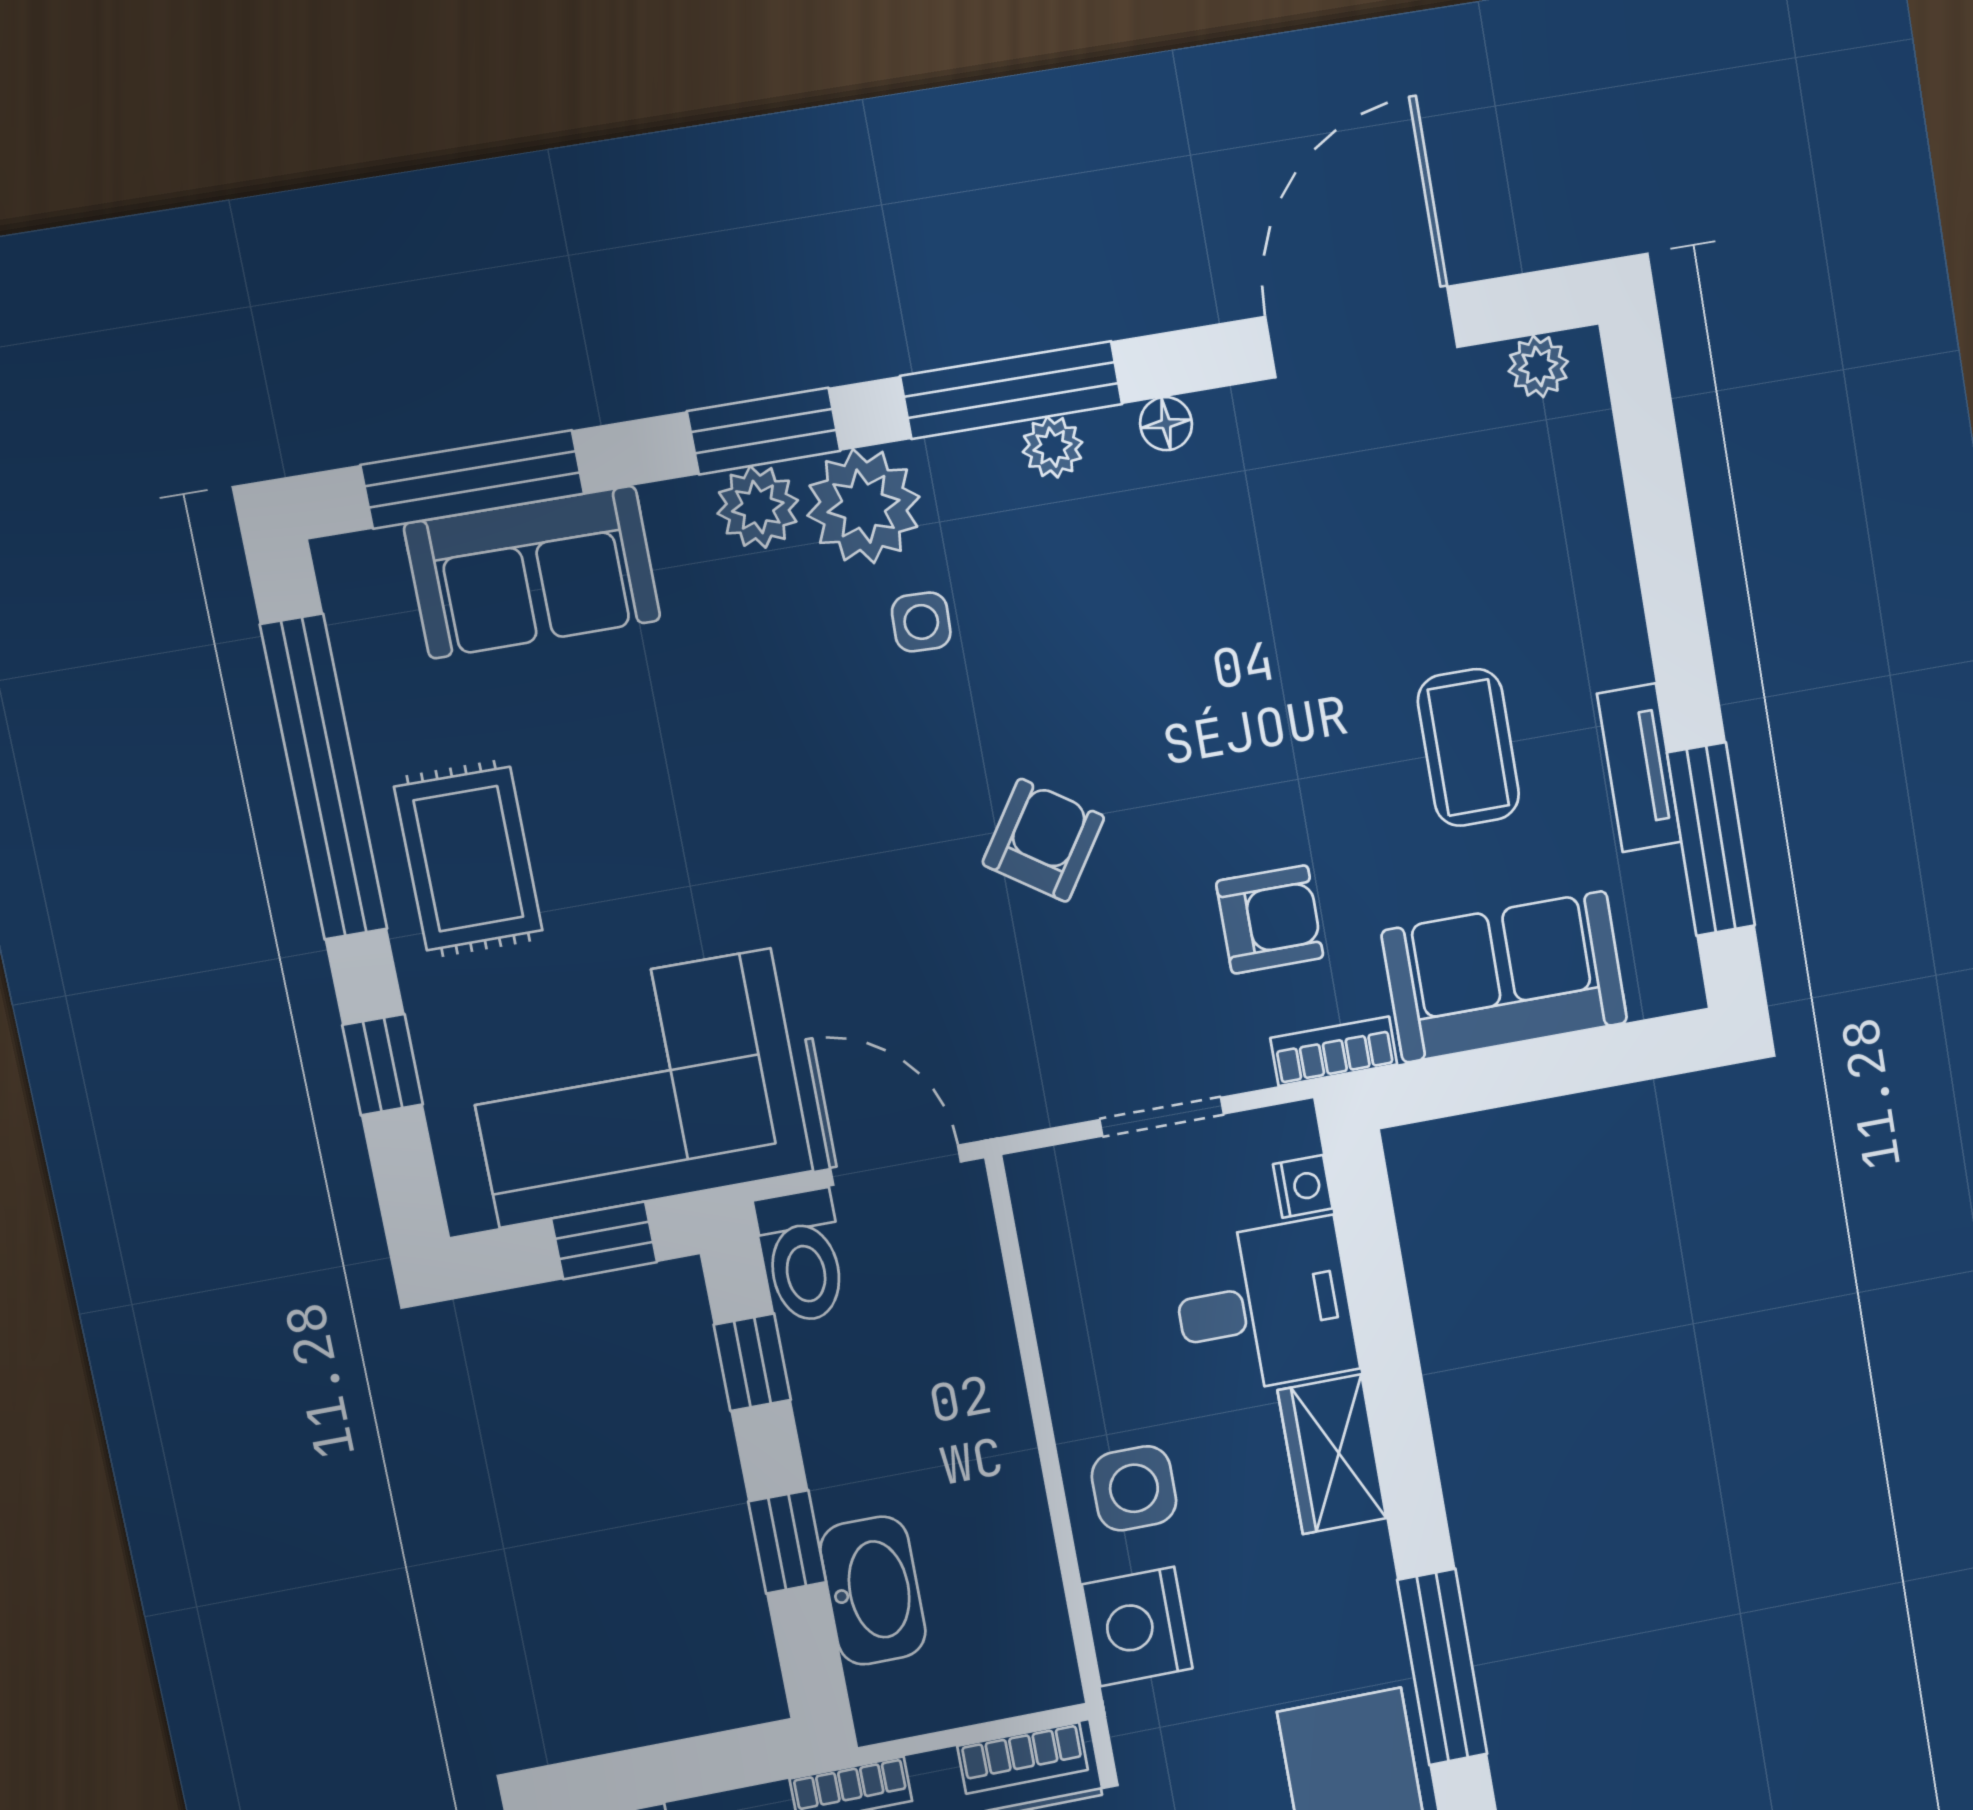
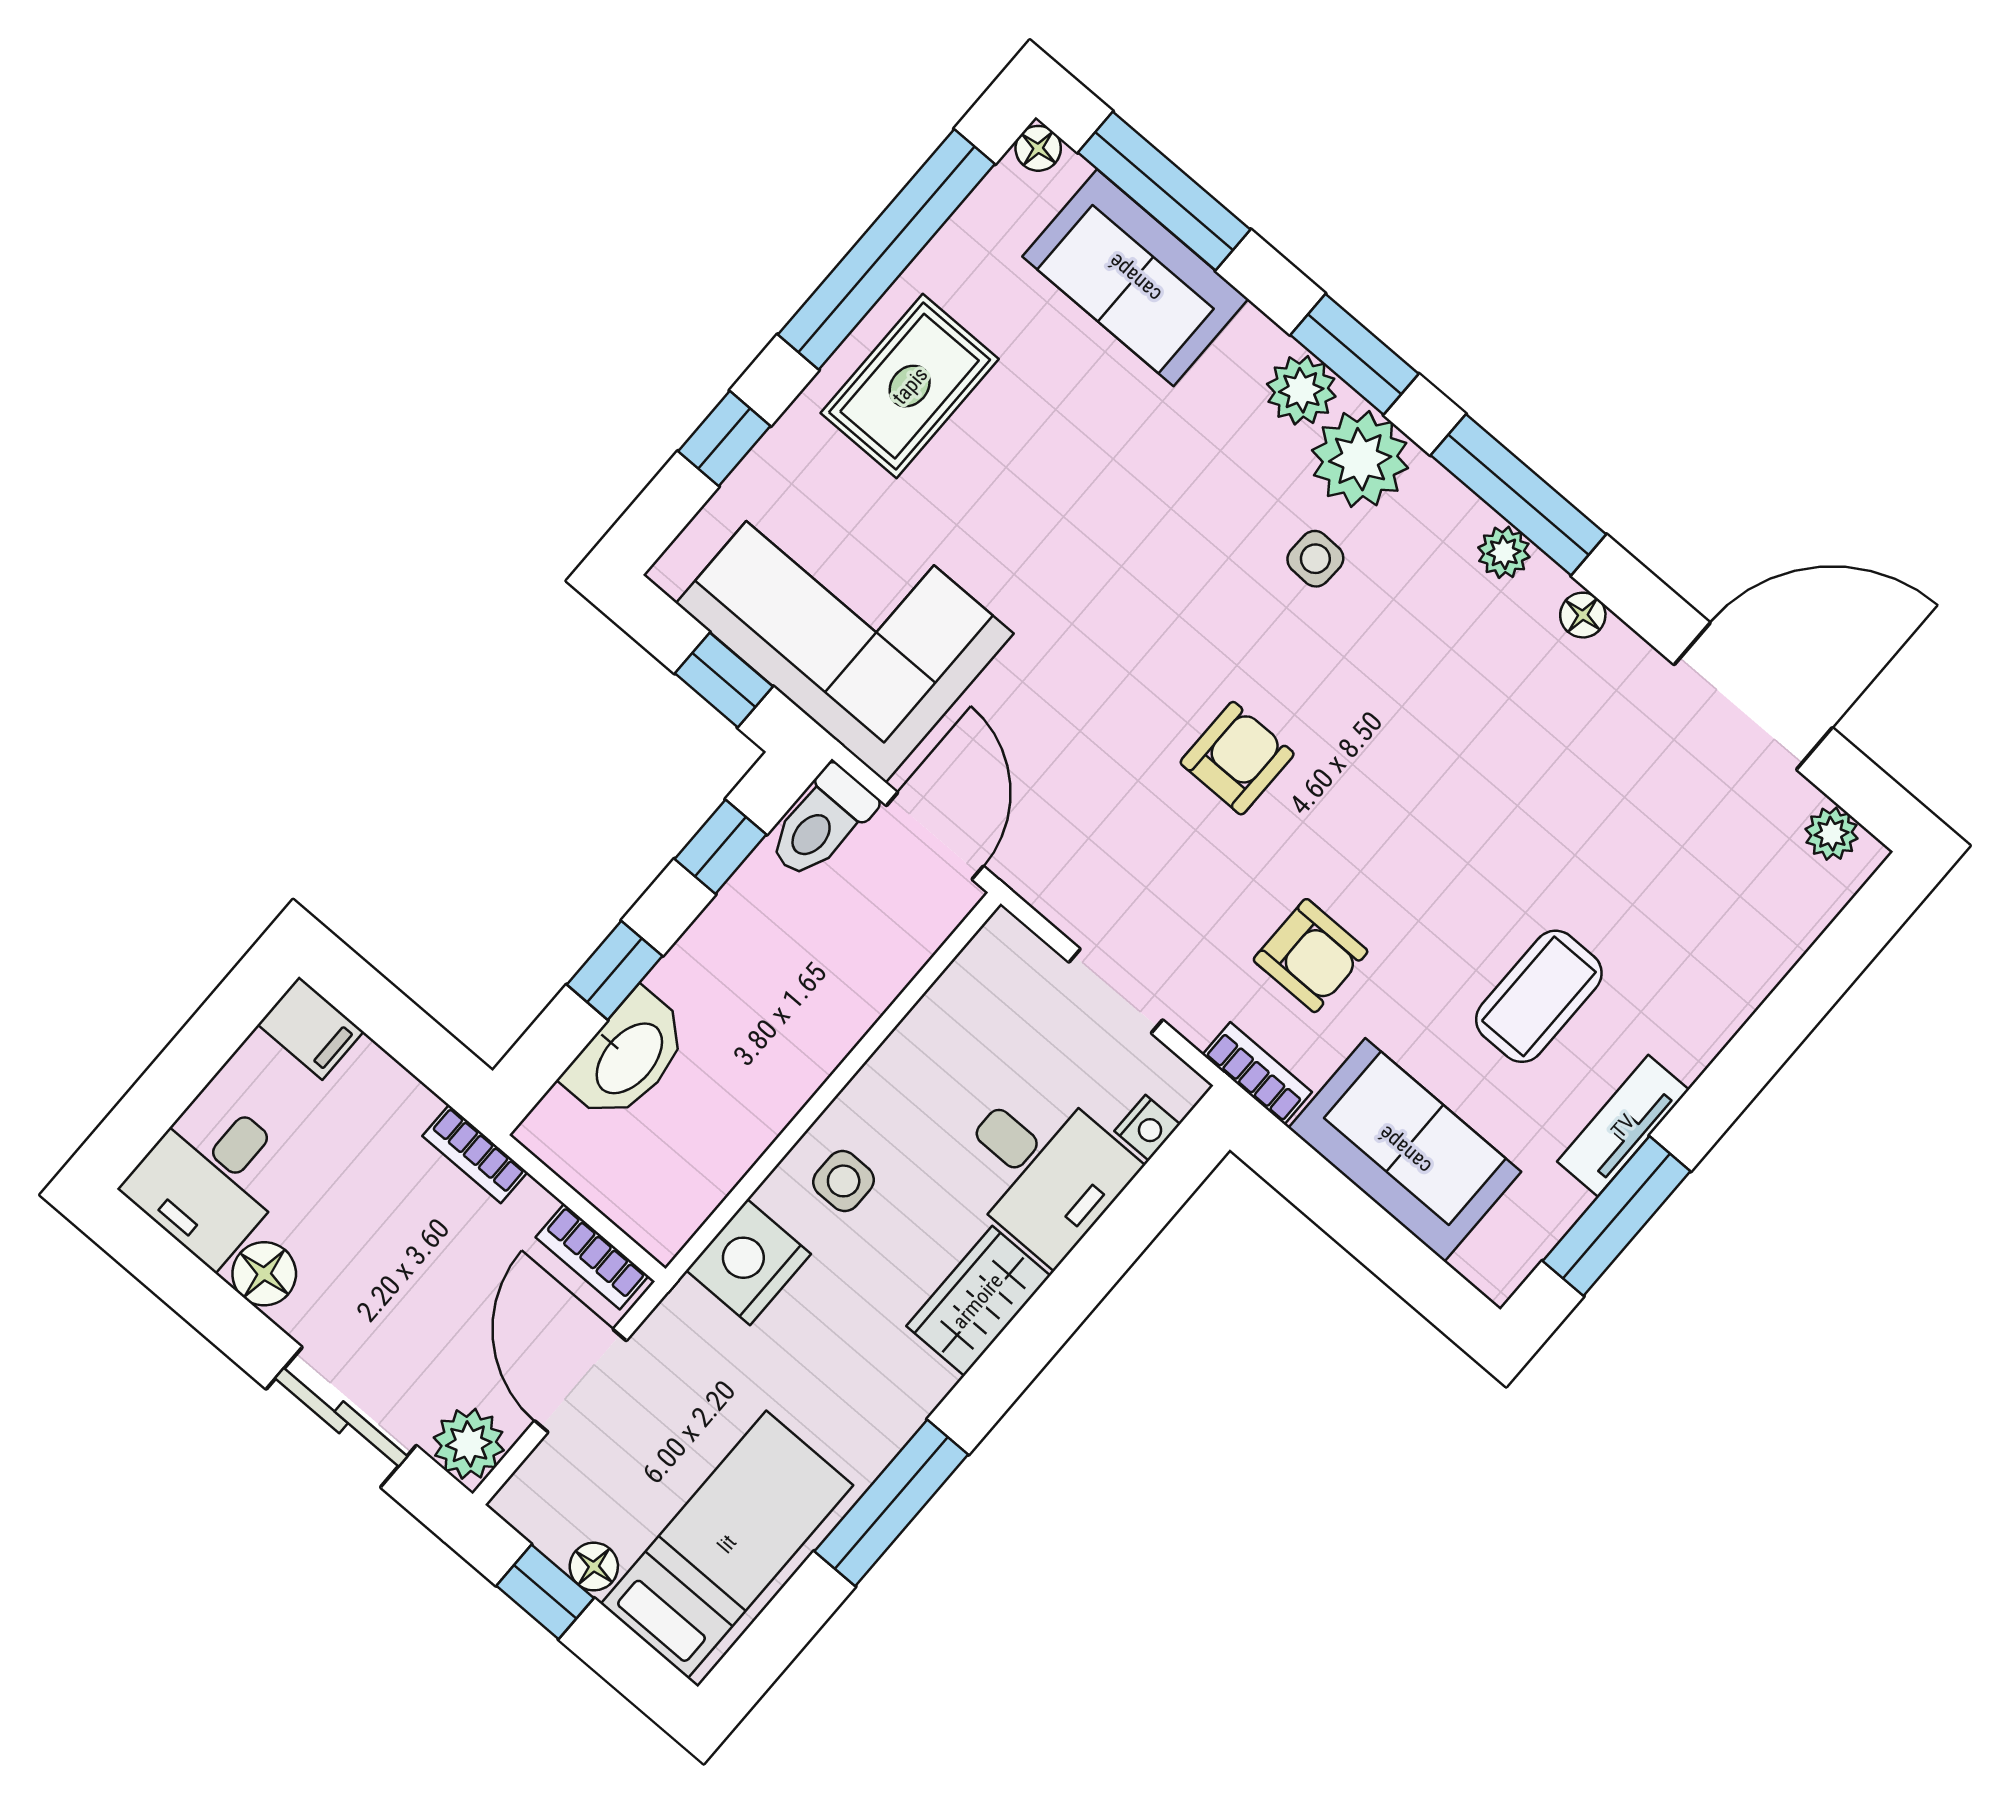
floor lamp: (340, 562) -> (1038, 148), added
armchair: (1043, 840) -> (1237, 758), turned -34
side table: (1134, 1488) -> (844, 1181), width x0.73, depth x0.73

